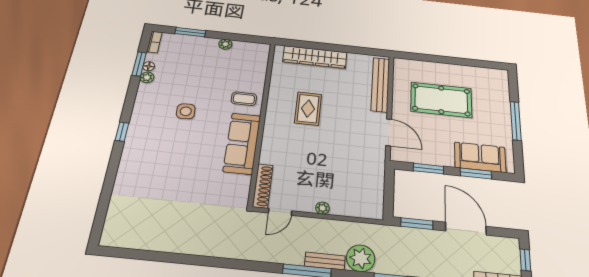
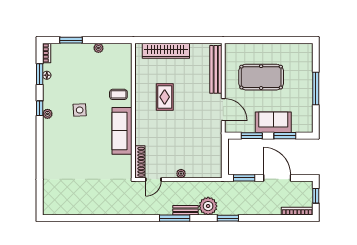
plant: (147, 77) -> (47, 114), moved
window: (122, 132) -> (40, 108), moved
sofa: (480, 157) -> (273, 122), moved

